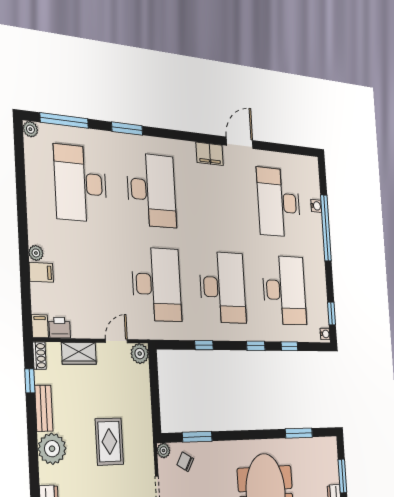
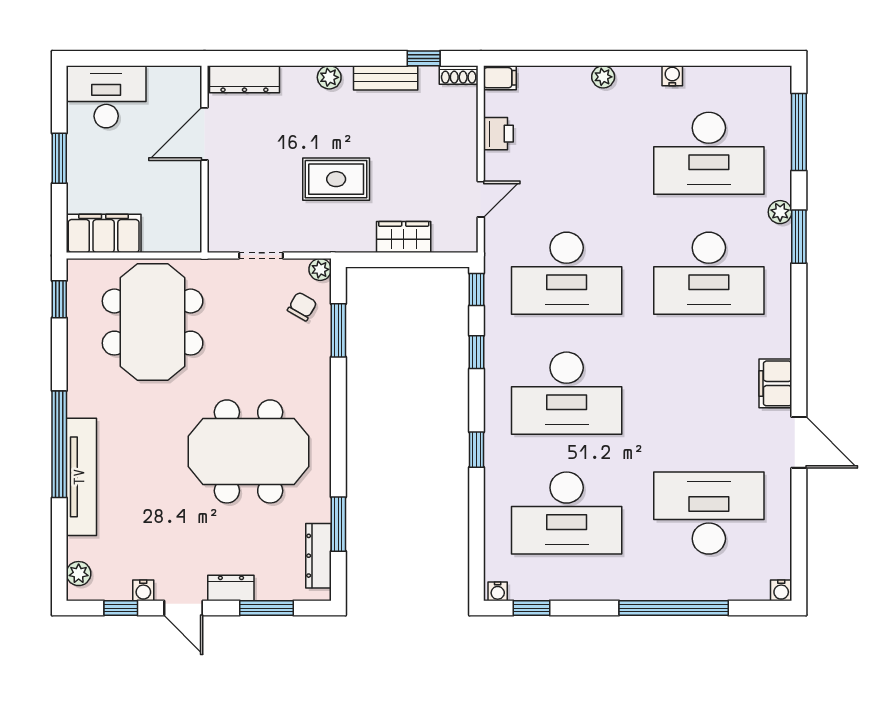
plant: (30, 129) -> (780, 212), moved
desk: (81, 183) -> (709, 153), turned 180
water cooler: (33, 204) -> (672, 76), added
water cooler: (316, 206) -> (781, 590), moved
filing cabinet: (41, 272) -> (576, 84), removed
printer: (60, 328) -> (498, 134), moved
door: (116, 341) -> (481, 199), hinge flipped
window: (289, 346) -> (477, 289), moved
wardrobe: (79, 353) -> (404, 237), moved, turned 90
plant: (140, 354) -> (463, 237), removed
dresser: (315, 445) -> (319, 556), added
plant: (52, 449) -> (329, 77), width x0.53, depth x0.53

